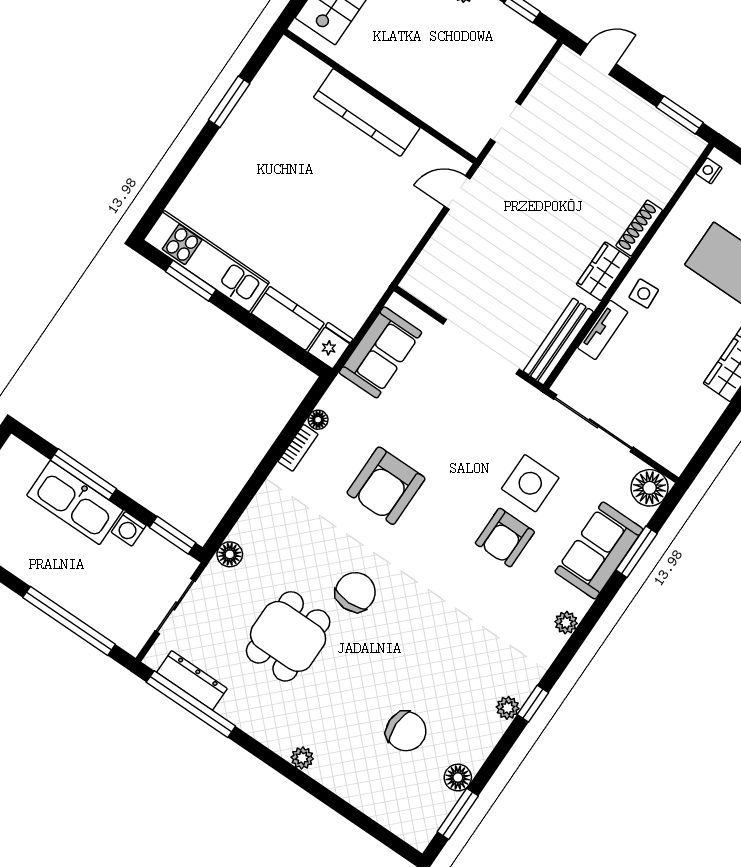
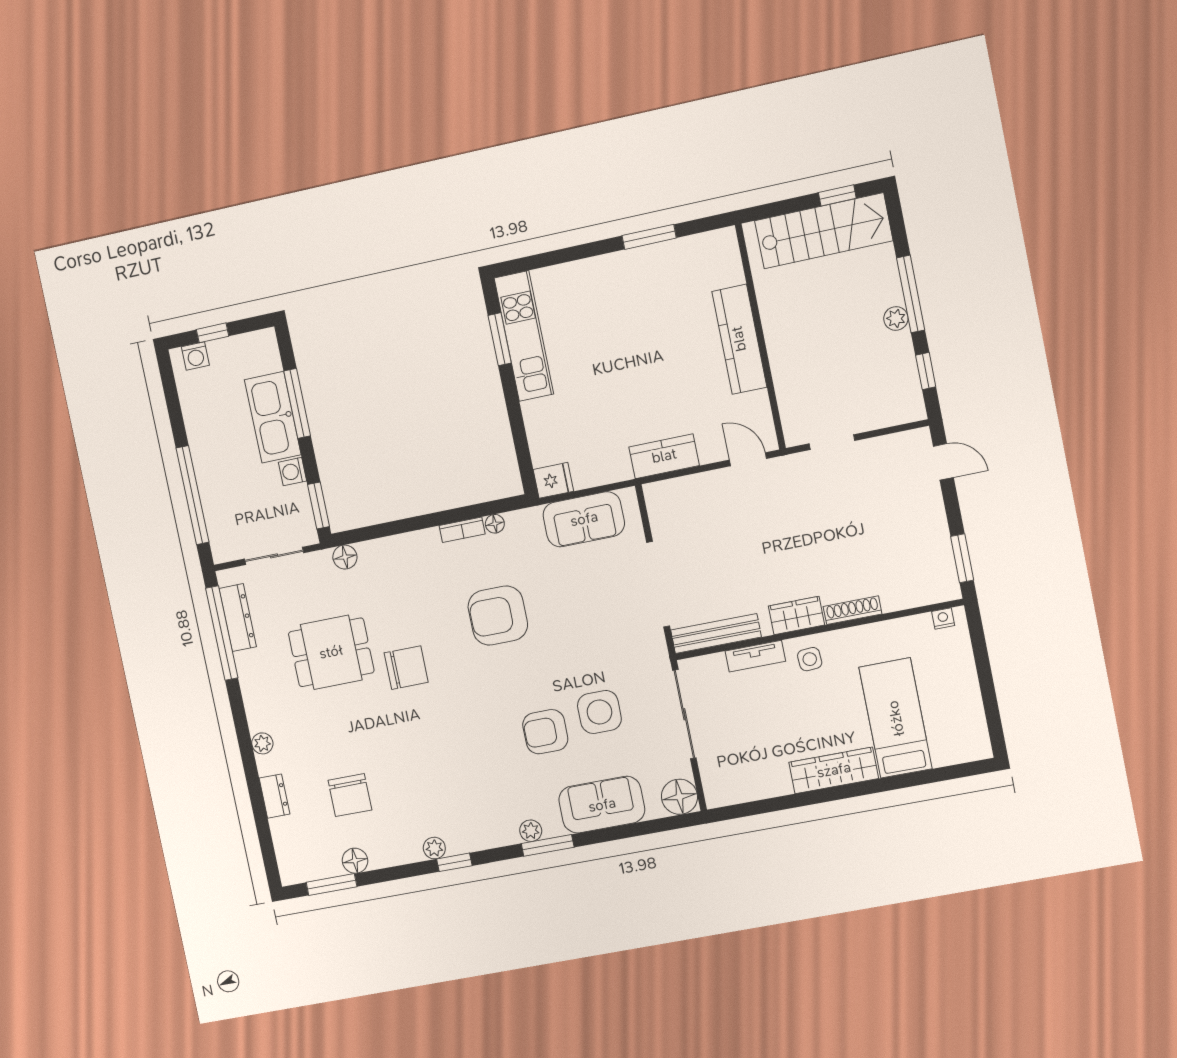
kitchen counter: (288, 318) -> (664, 456), moved, turned -90
window: (637, 552) -> (548, 845), moved
dresser: (350, 789) -> (274, 796), added

